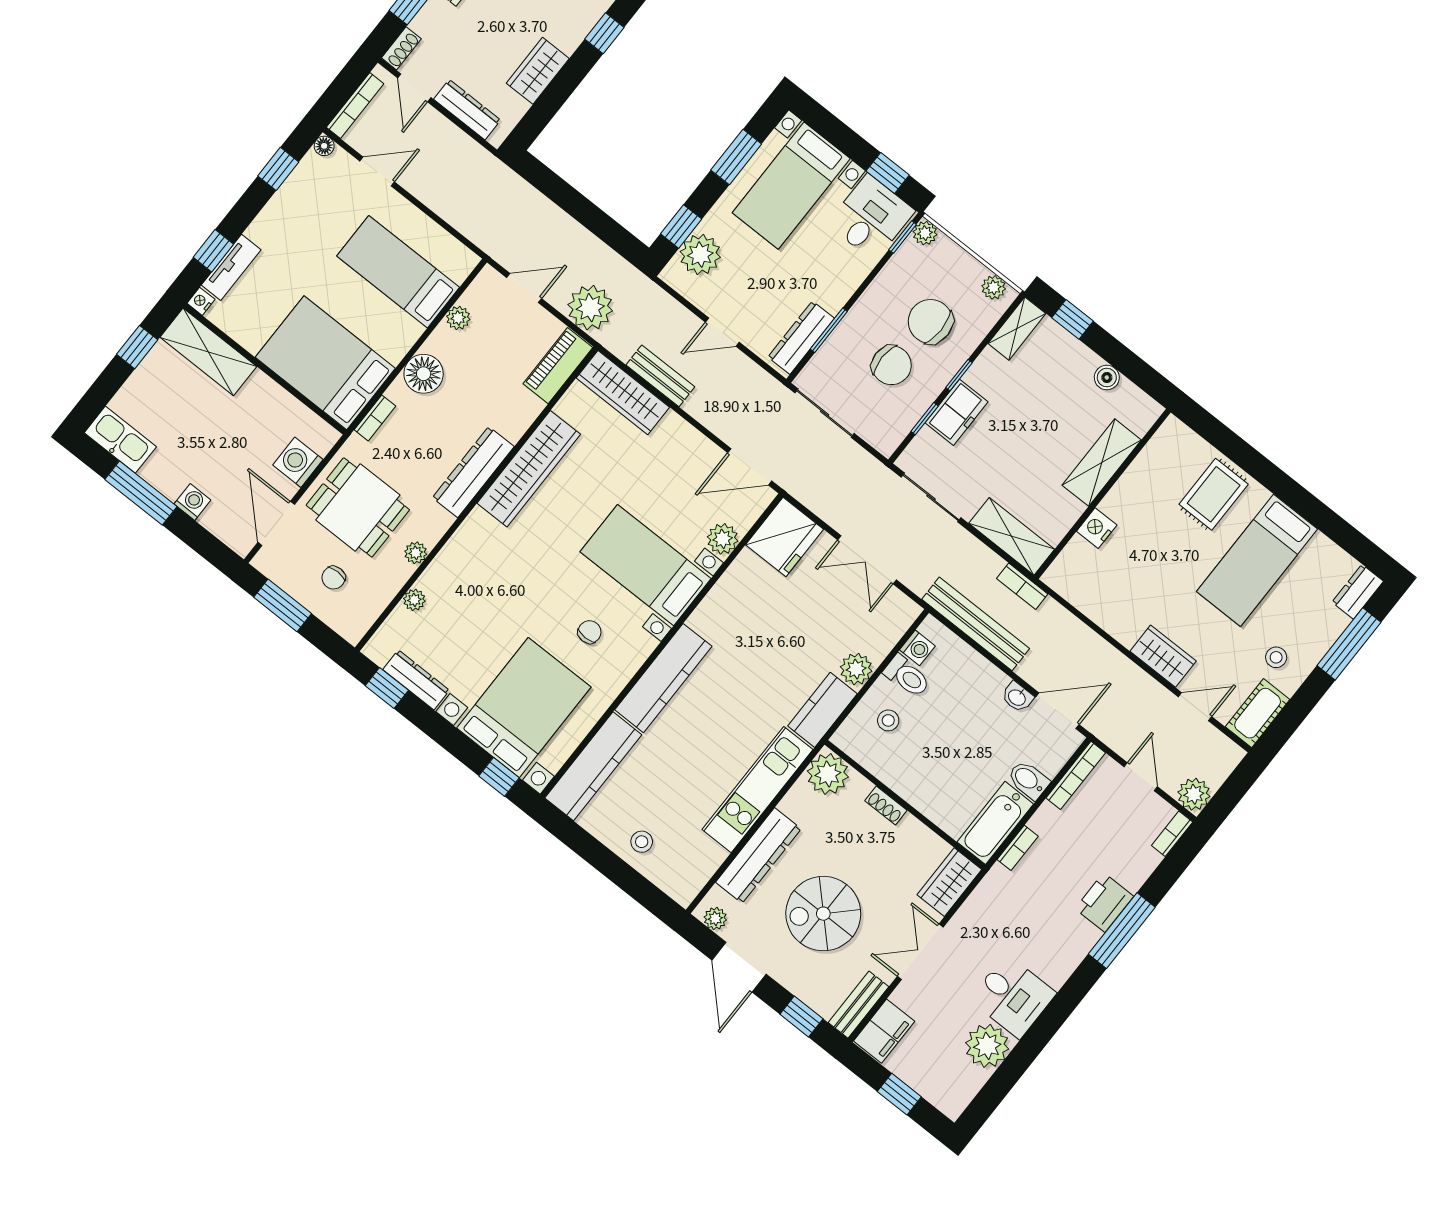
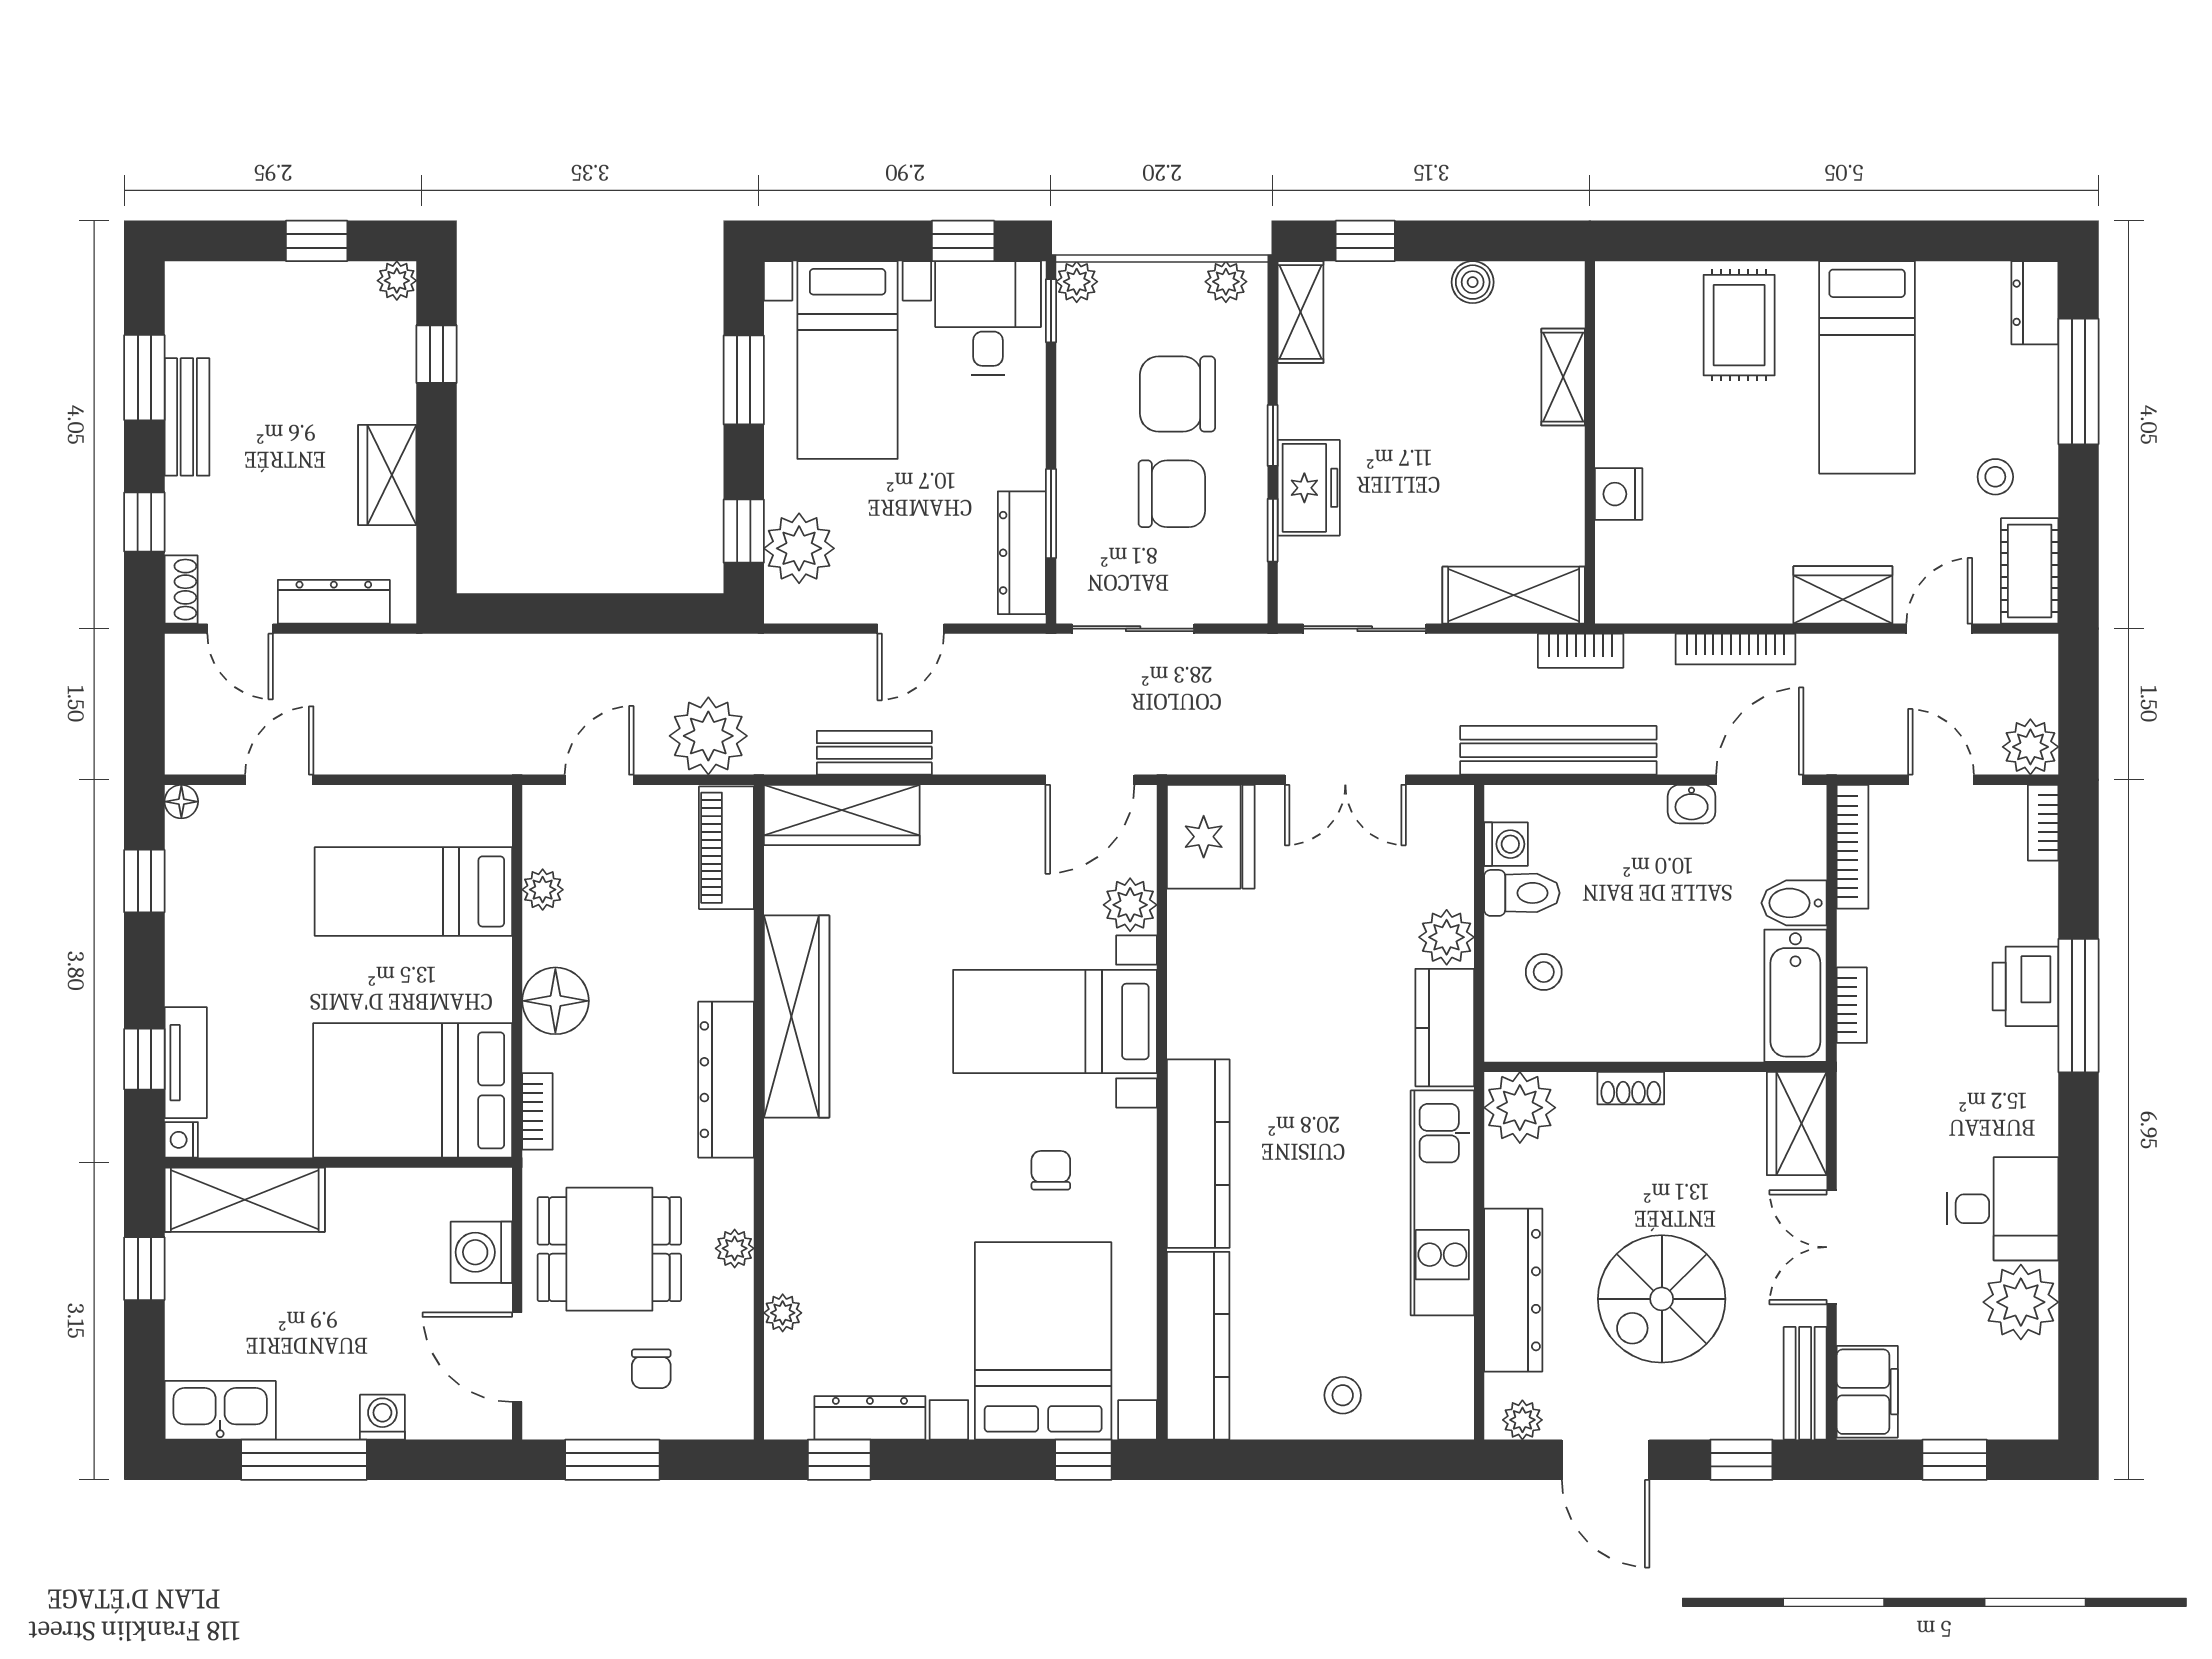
bookcase: (355, 105) -> (1736, 649), moved, turned 90
shelving: (1102, 463) -> (1563, 377), width x0.67, depth x0.75

